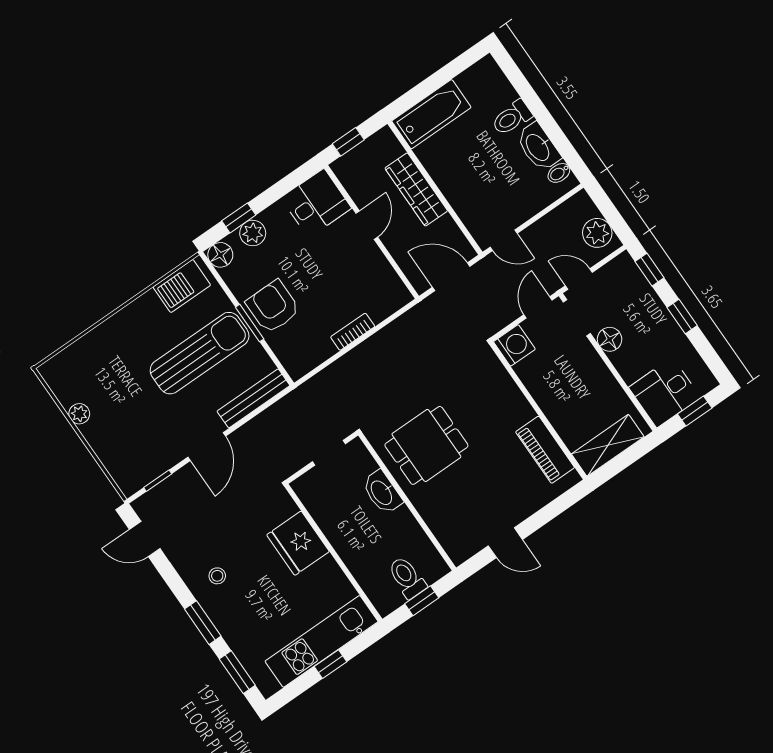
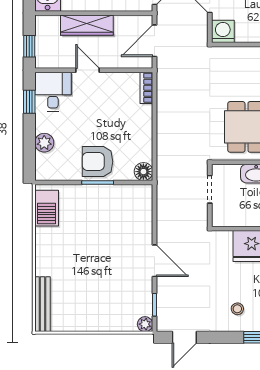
window: (239, 218) -> (29, 102), moved
floor lamp: (220, 255) -> (143, 172), moved
bookcase: (353, 332) -> (146, 88), moved
sun lounger: (200, 353) -> (95, 226), removed
bench: (253, 398) -> (42, 304), moved
plant: (79, 414) -> (145, 324), moved

